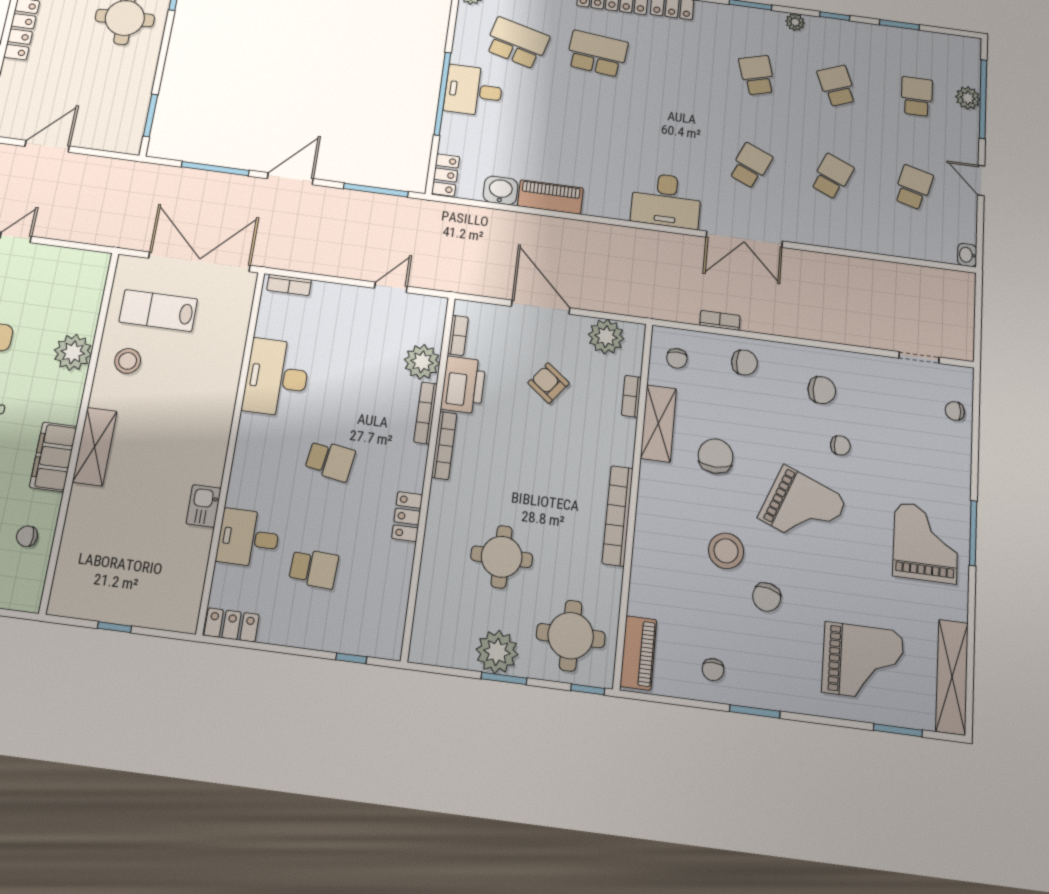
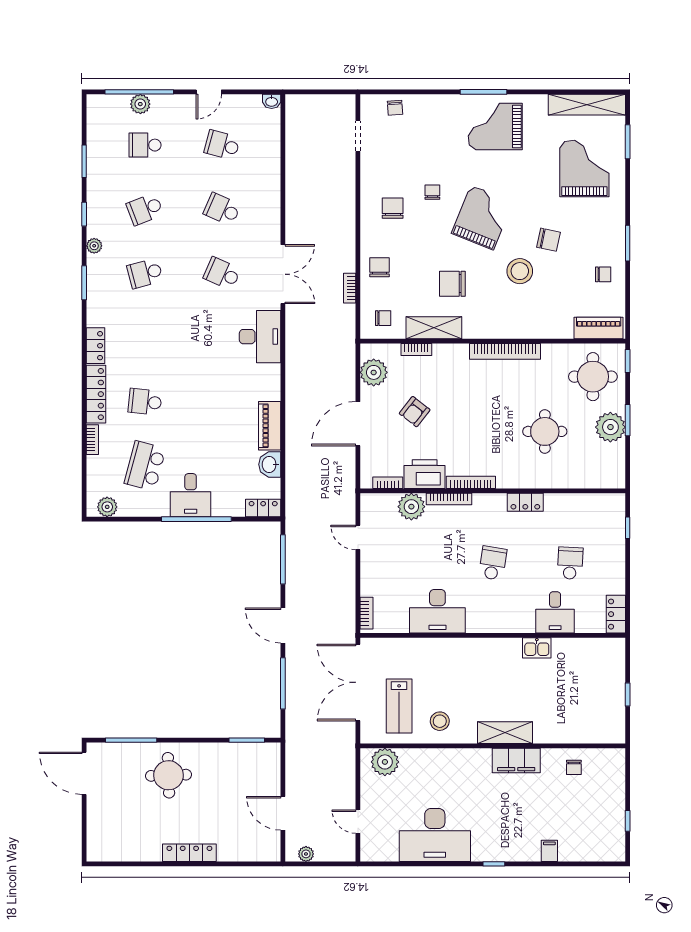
school desk: (597, 54) -> (145, 402), width x0.54
plant: (73, 352) -> (385, 762), moved

